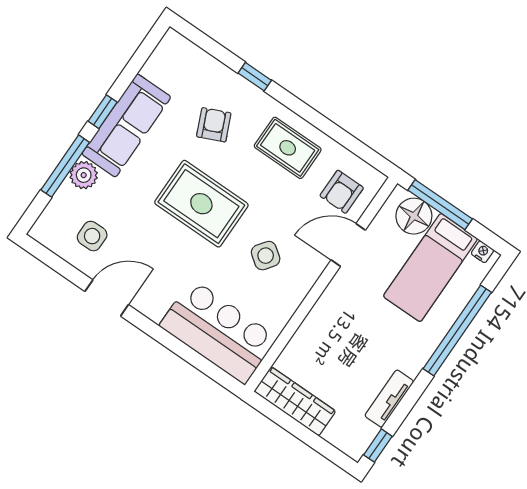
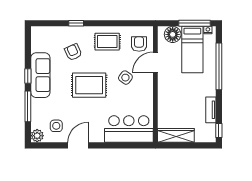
plant: (84, 175) -> (37, 136), moved
armchair: (342, 192) -> (139, 44), turned 180
window: (440, 205) -> (194, 23), moved
side table: (266, 256) -> (125, 78), moved

